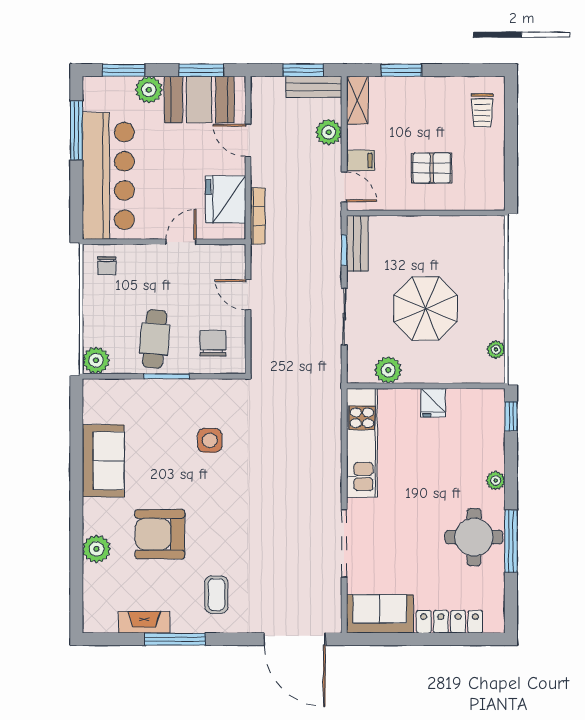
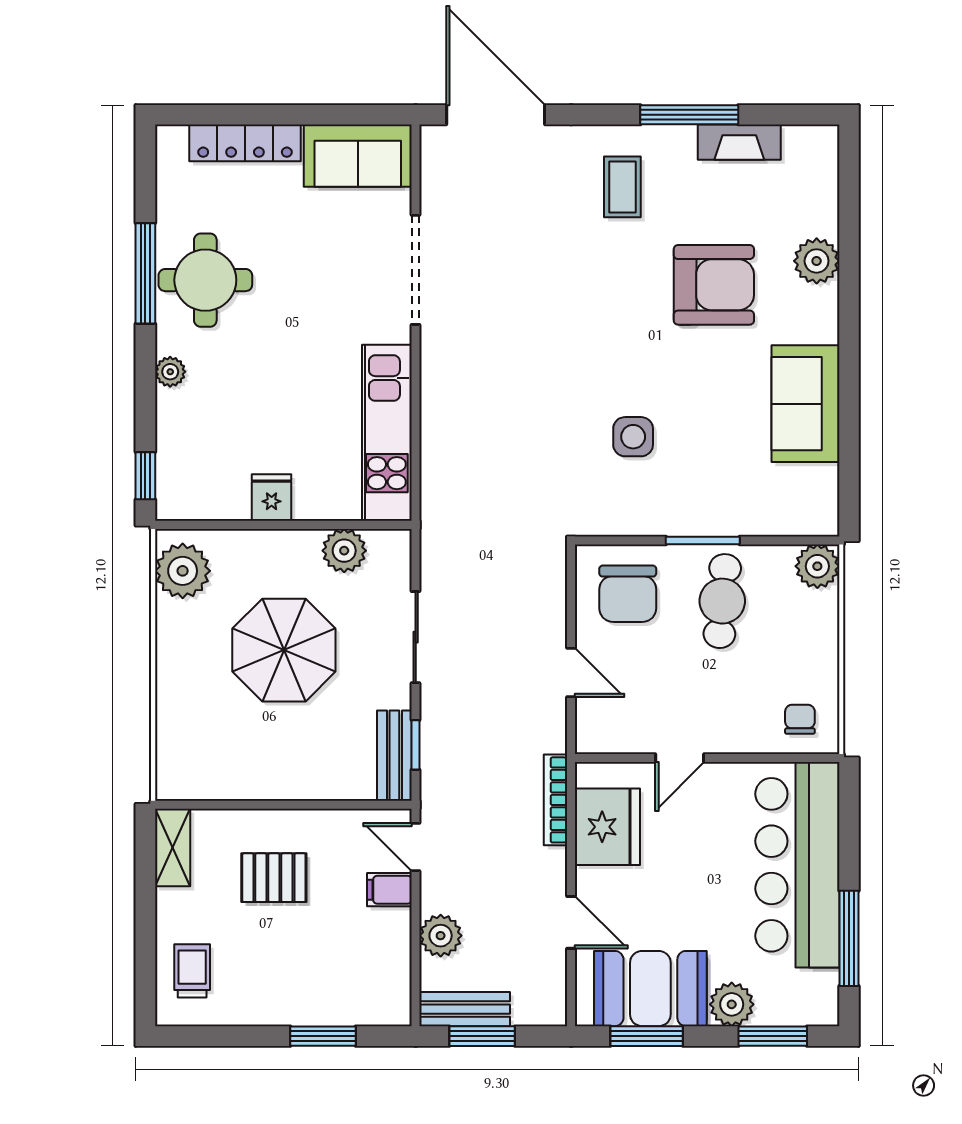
shelving: (357, 100) -> (173, 848), moved
chair: (213, 343) -> (628, 594), width x1.37, depth x1.37
plant: (496, 350) -> (183, 571), width x1.87, depth x1.87

